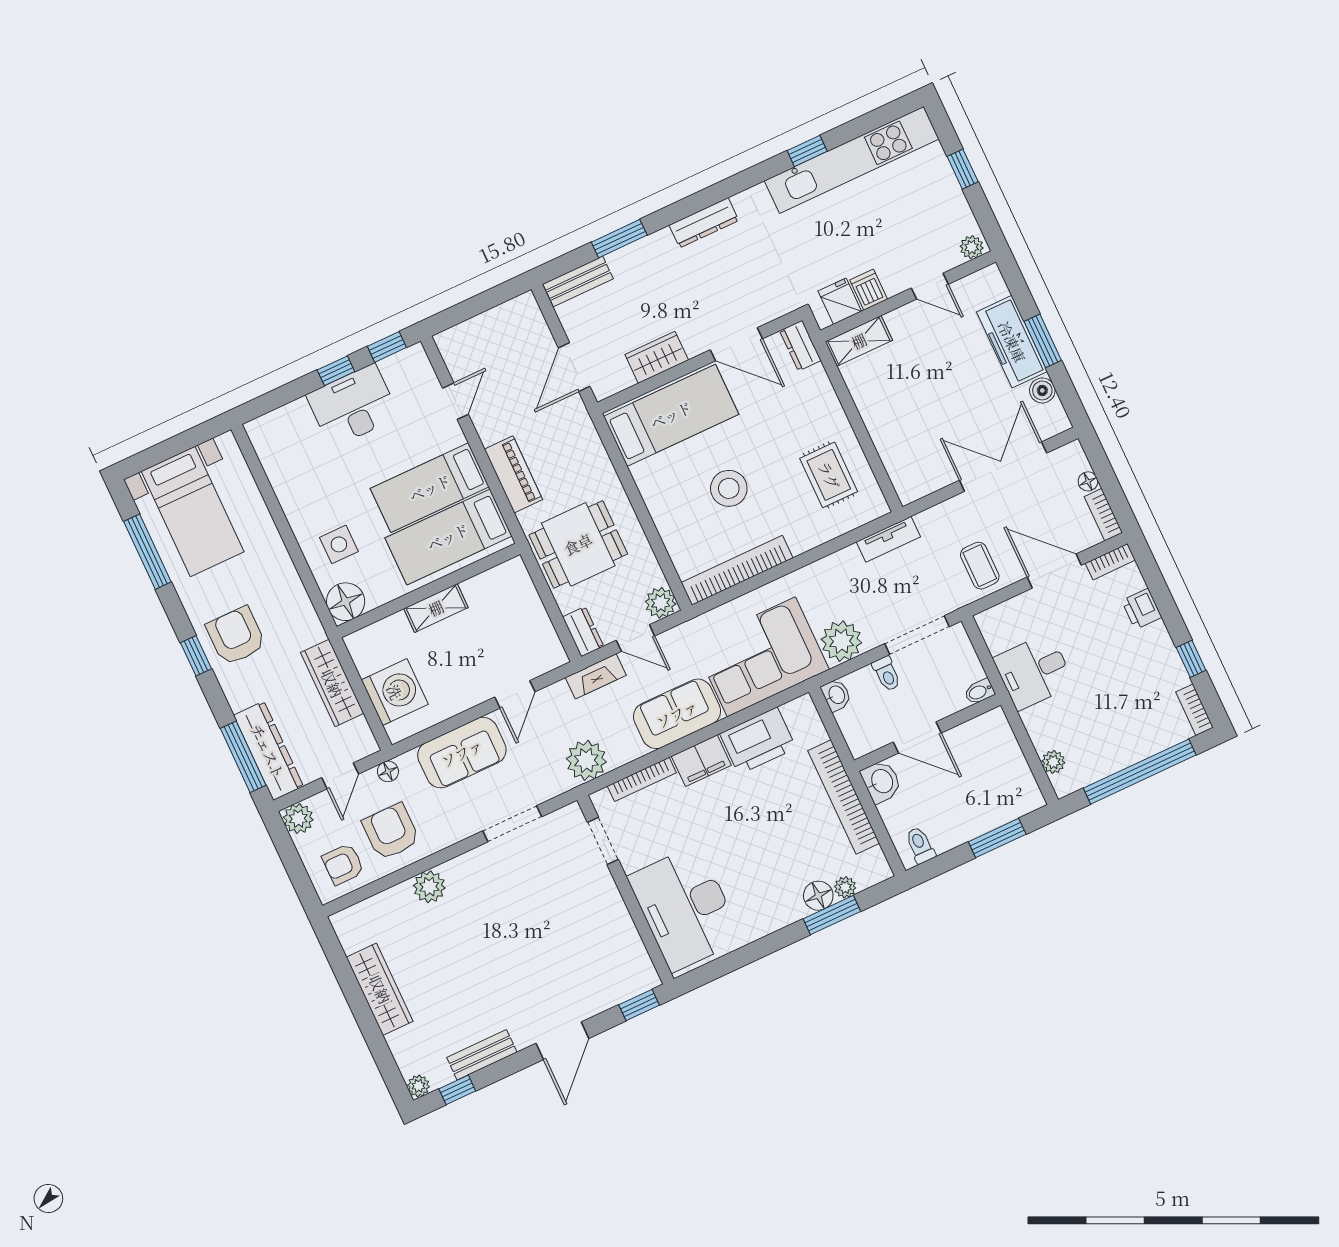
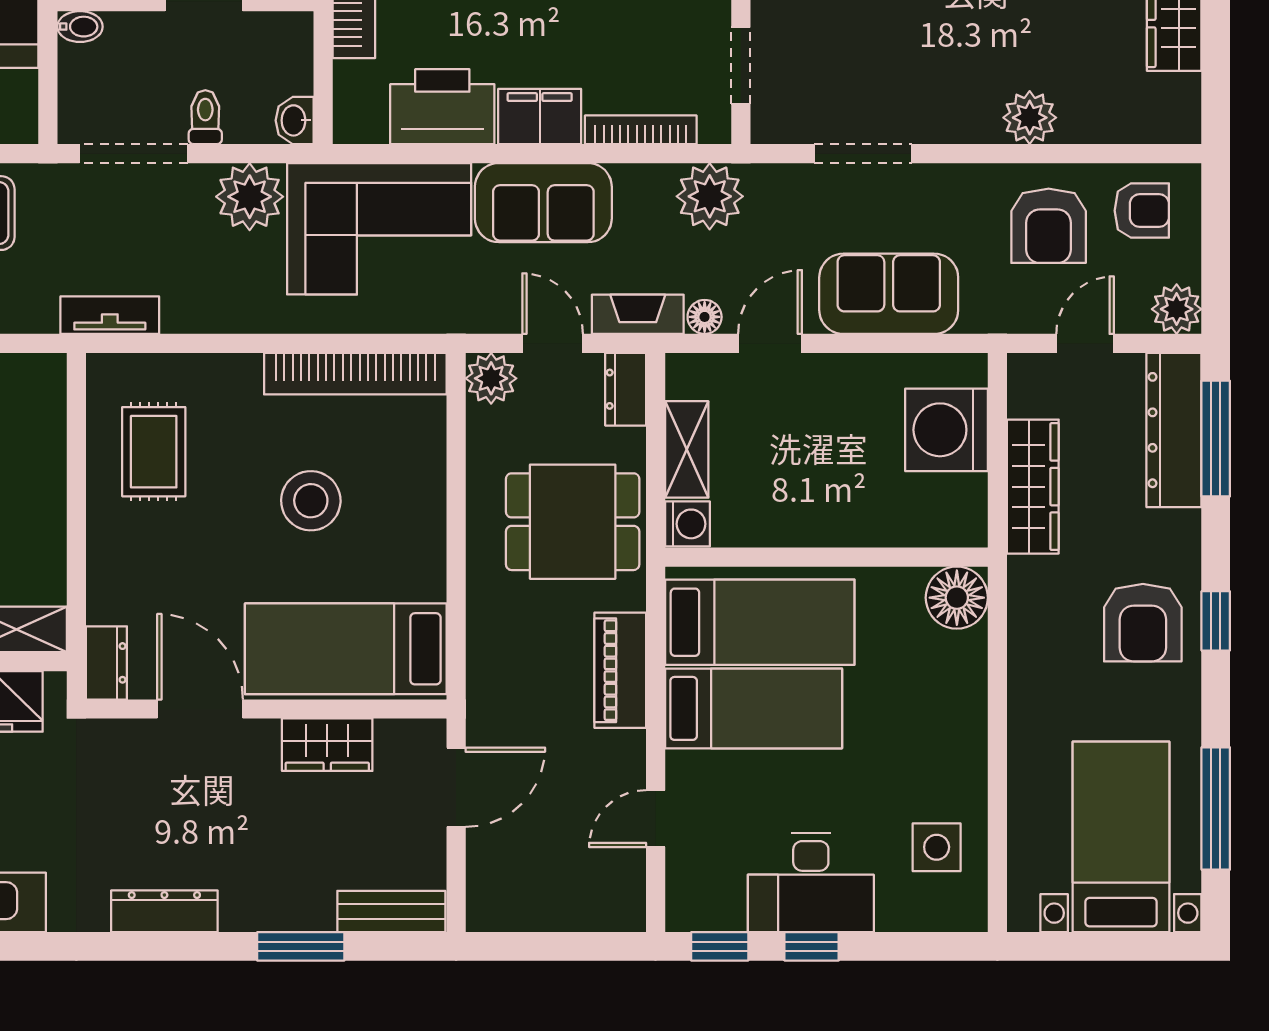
side table: (339, 544) -> (937, 847), moved
washing machine: (514, 573) -> (687, 524), added
shelving: (436, 608) -> (687, 449), moved, turned 90
floor lamp: (388, 771) -> (705, 317), moved

